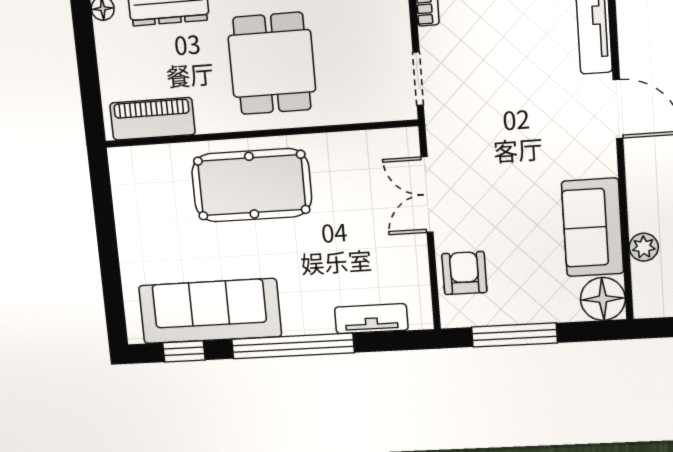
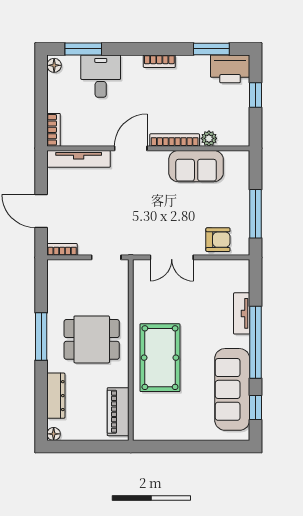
bookcase: (637, 187) -> (175, 140), added
armchair: (464, 273) -> (218, 240), turned 180
floor lamp: (603, 299) -> (237, 163), removed
tv unit: (371, 319) -> (242, 313), moved

